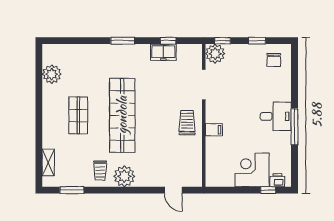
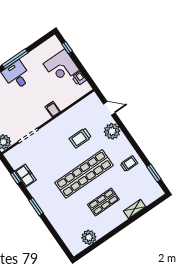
trolley: (187, 123) -> (80, 138), moved
shelving: (48, 162) -> (135, 209), moved
plant: (124, 176) -> (112, 131), moved
printer: (277, 180) -> (79, 78), moved
door: (173, 190) -> (109, 108), hinge flipped

